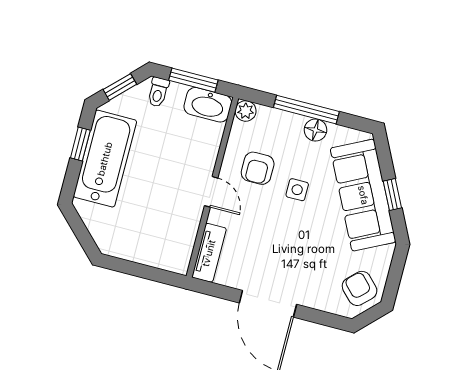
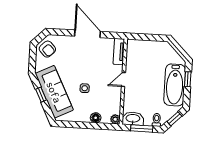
window: (306, 110) -> (88, 125), removed
floor lamp: (315, 130) -> (96, 118), moved
window: (80, 144) -> (188, 79), moved
armchair: (258, 168) -> (105, 94), removed
door: (211, 192) -> (123, 79), hinge flipped

